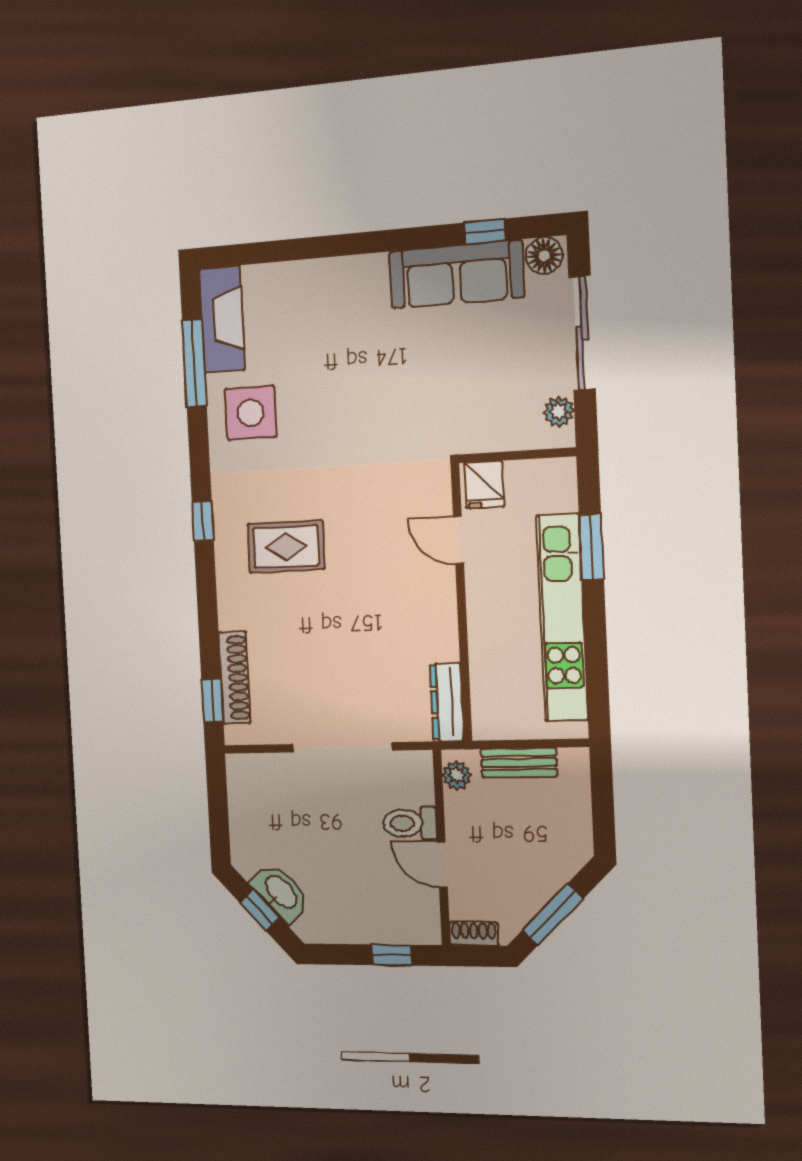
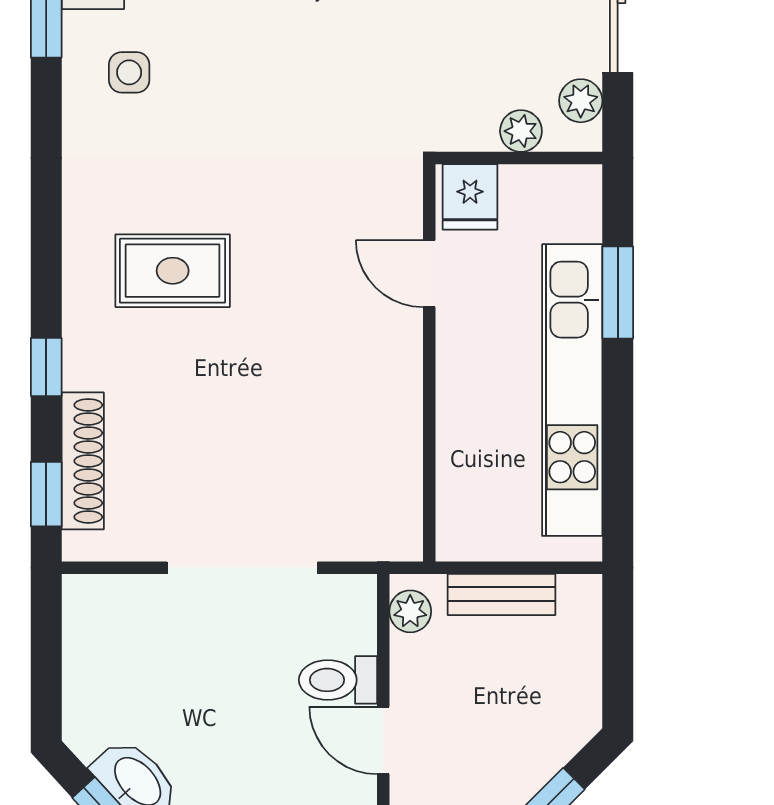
side table: (251, 413) -> (129, 72), width x0.54, depth x0.54
plant: (518, 436) -> (521, 131), added
window: (203, 521) -> (46, 367), moved
dresser: (447, 702) -> (401, 505), removed

